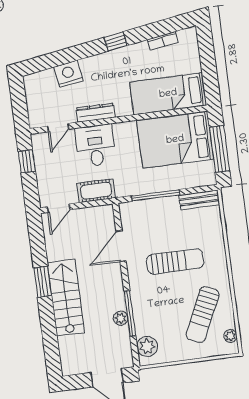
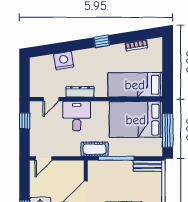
cot: (96, 191) -> (95, 149), moved

